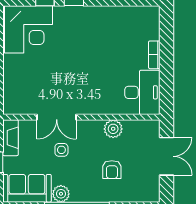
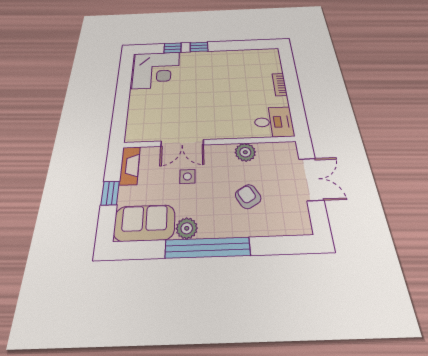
desk: (142, 92) -> (274, 122), width x0.73
armchair: (112, 170) -> (248, 197), turned 150

